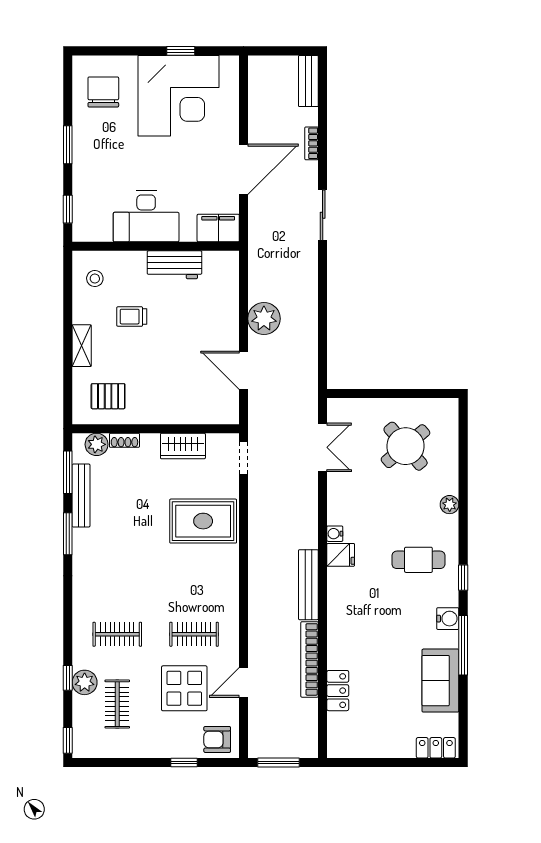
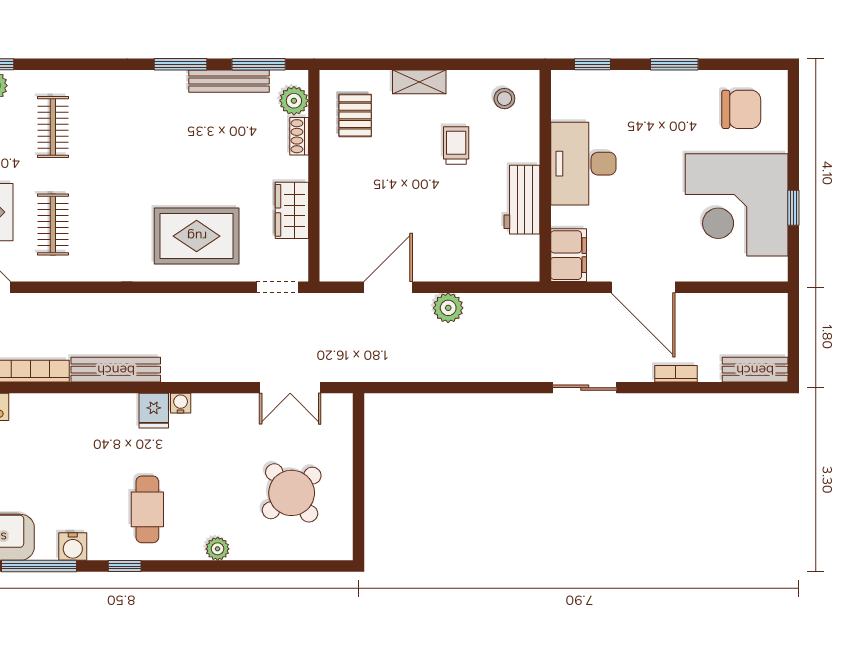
plant: (264, 319) -> (448, 308), width x0.73, depth x0.73
rug: (203, 521) -> (197, 236), turned 90

